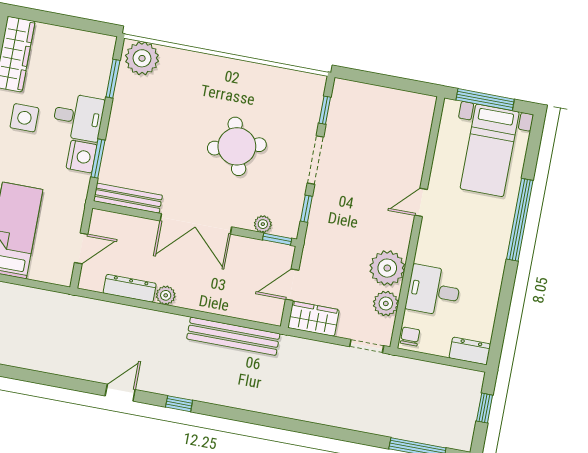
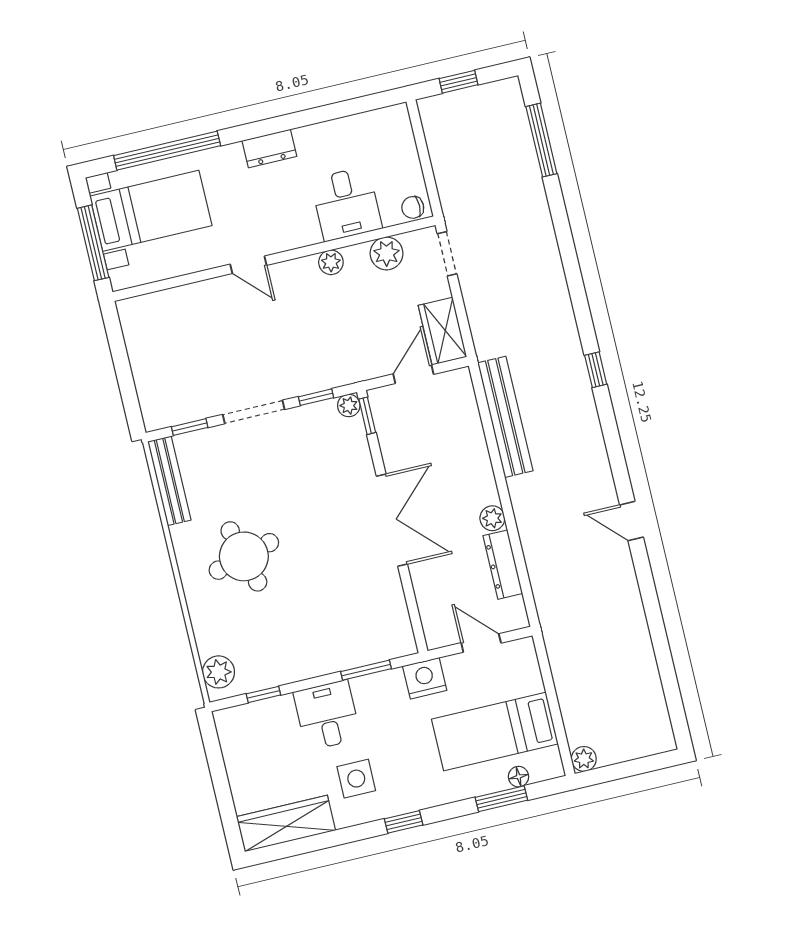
plant: (142, 58) -> (219, 672), width x0.73, depth x0.73
window: (113, 79) -> (263, 694), width x0.67
round table: (237, 146) -> (244, 556), moved
nightstand: (82, 157) -> (425, 678), moved
bench: (128, 198) -> (169, 481), moved
window: (520, 220) -> (167, 151), moved
plant: (263, 224) -> (349, 406), moved
plant: (387, 268) -> (331, 262), width x0.53, depth x0.53
door: (292, 285) -> (413, 374), swing flipped
dresser: (470, 351) -> (269, 148), moved, turned -90
window: (179, 404) -> (596, 370), moved

